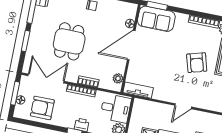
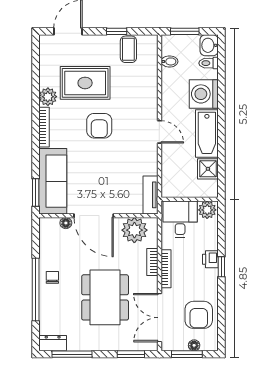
sofa: (156, 19) -> (53, 181), width x1.36
window: (26, 41) -> (131, 354), moved
dining table: (69, 41) -> (105, 297), width x1.37
armchair: (197, 63) -> (99, 126), turned 106
plant: (118, 78) -> (134, 230), width x1.88, depth x1.88

